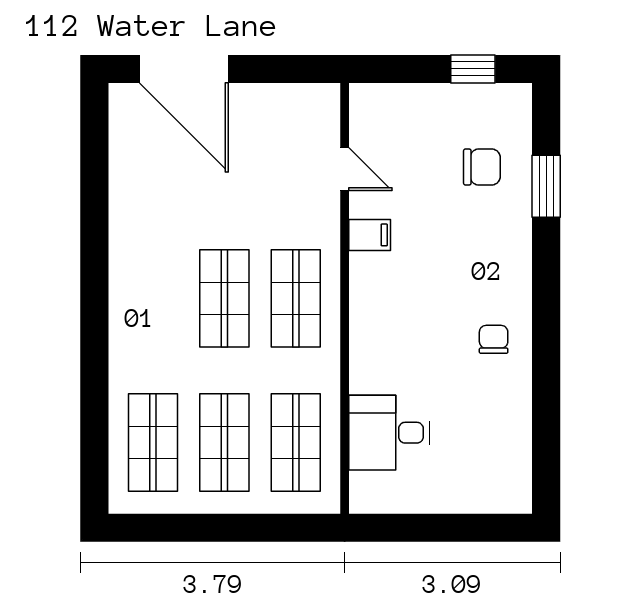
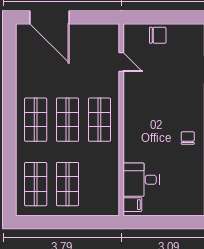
window: (473, 69) -> (178, 17), removed
chair: (482, 167) -> (158, 35), moved
filing cabinet: (370, 235) -> (132, 205), moved
shop shelf: (296, 442) -> (36, 120), moved

